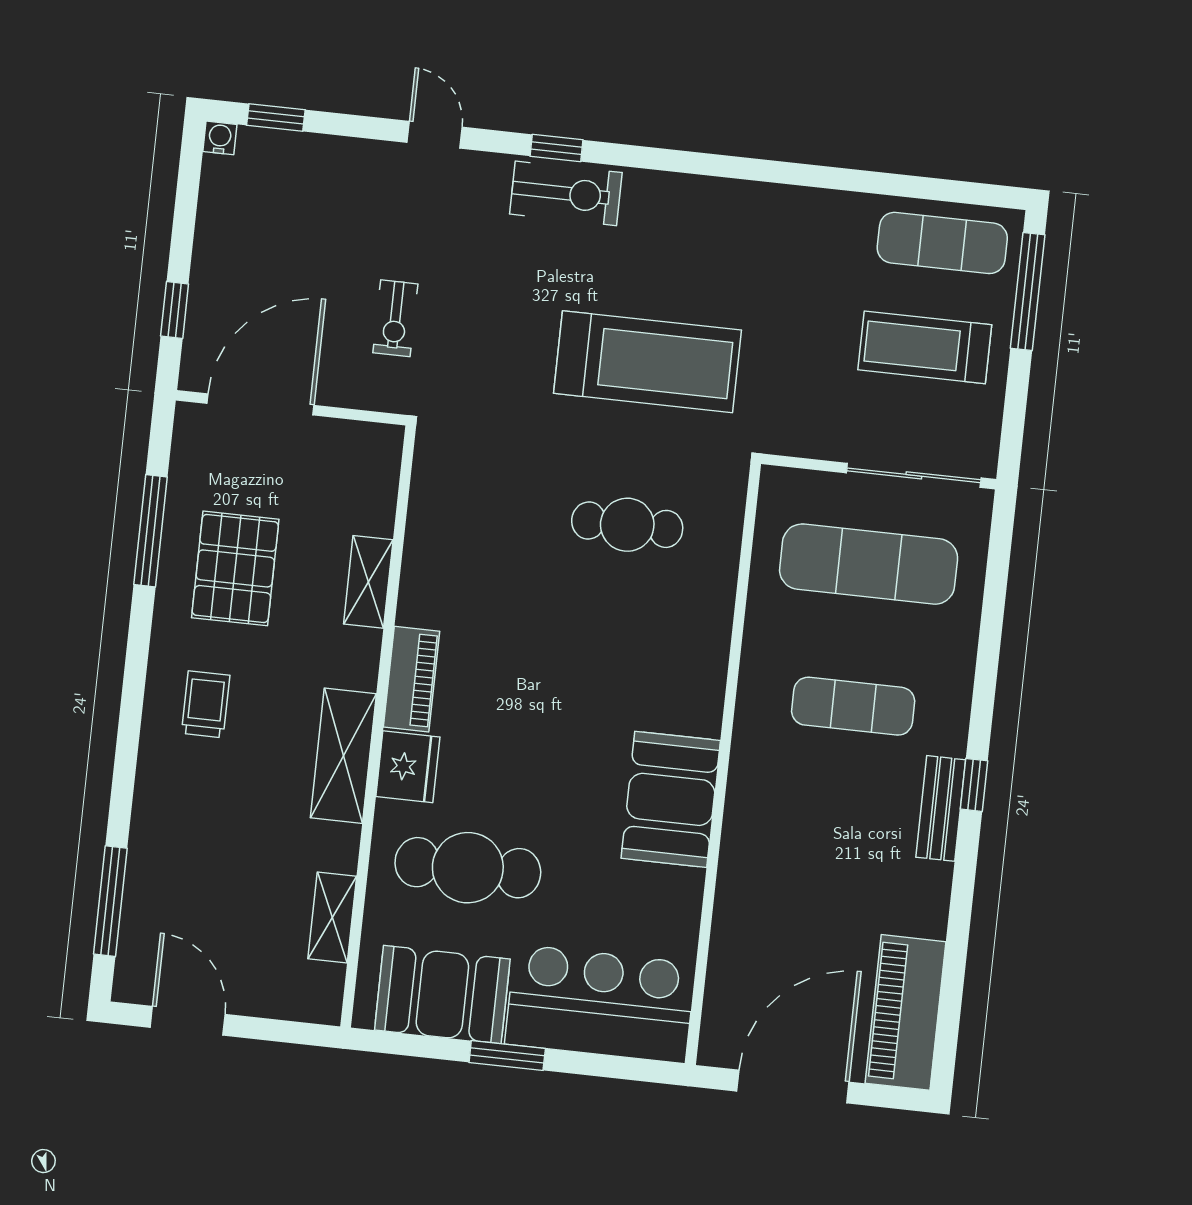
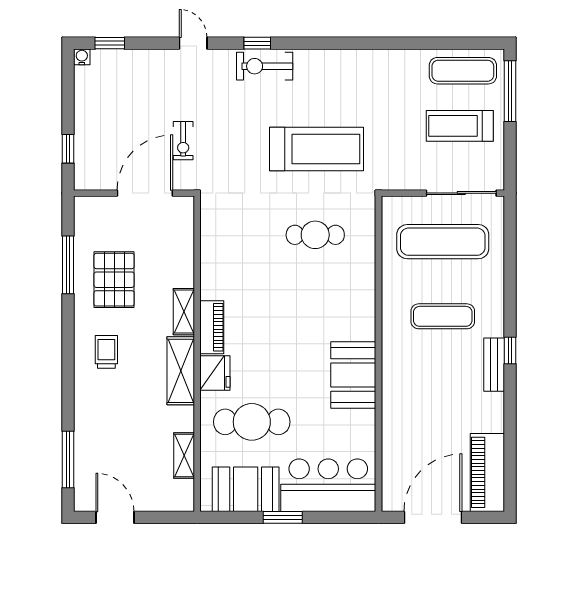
exercise bike: (566, 193) -> (265, 66), turned 180
door: (260, 404) -> (145, 193), moved
shelving: (368, 582) -> (184, 312), moved

